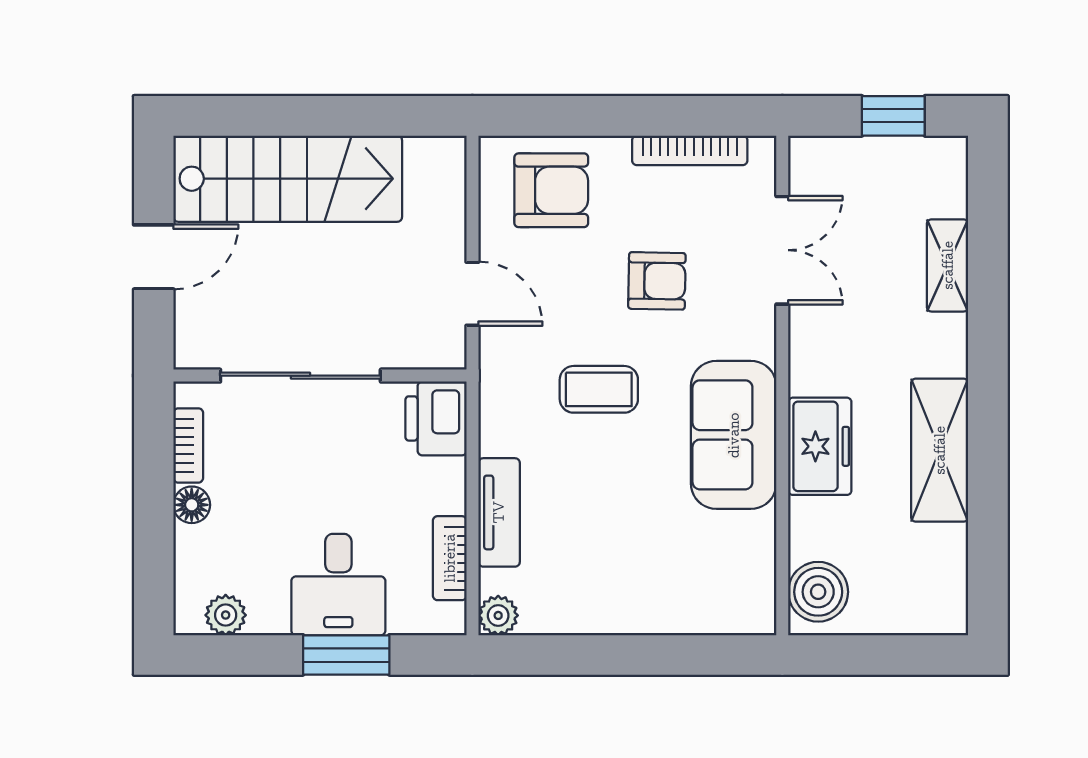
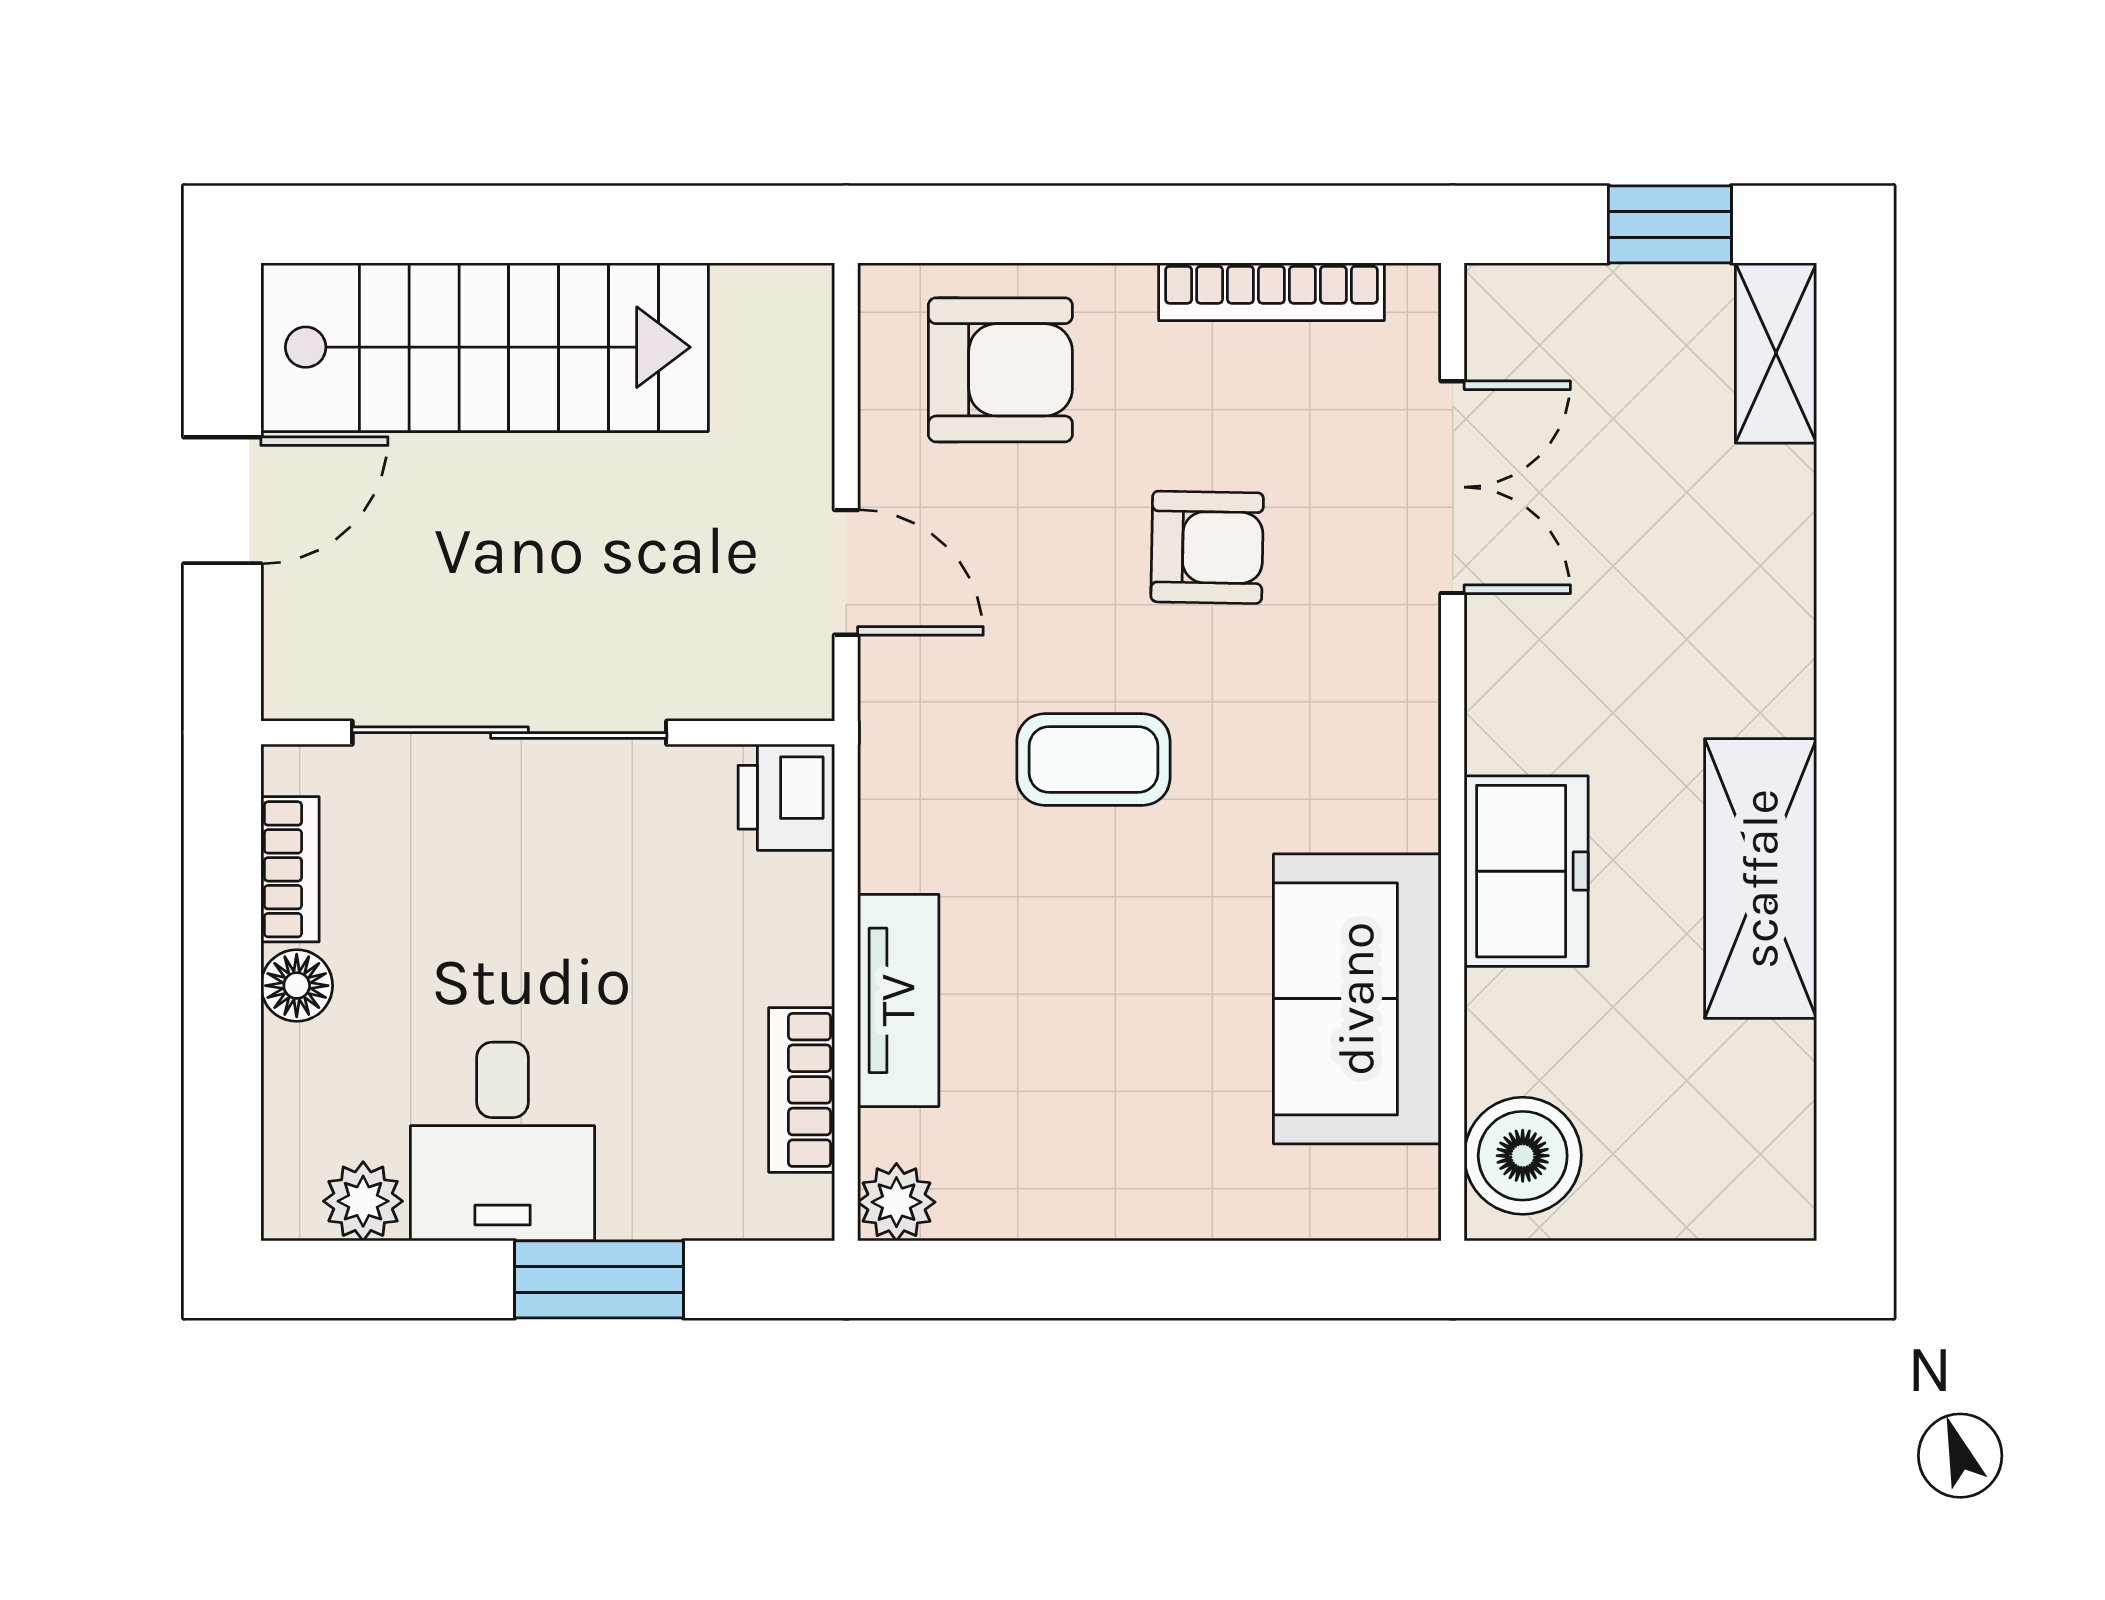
shelving: (948, 265) -> (1776, 353), moved
printer: (436, 418) -> (786, 797), width x0.73, depth x0.81
sofa: (734, 435) -> (1357, 999), moved
desk: (338, 585) -> (503, 1142), moved

